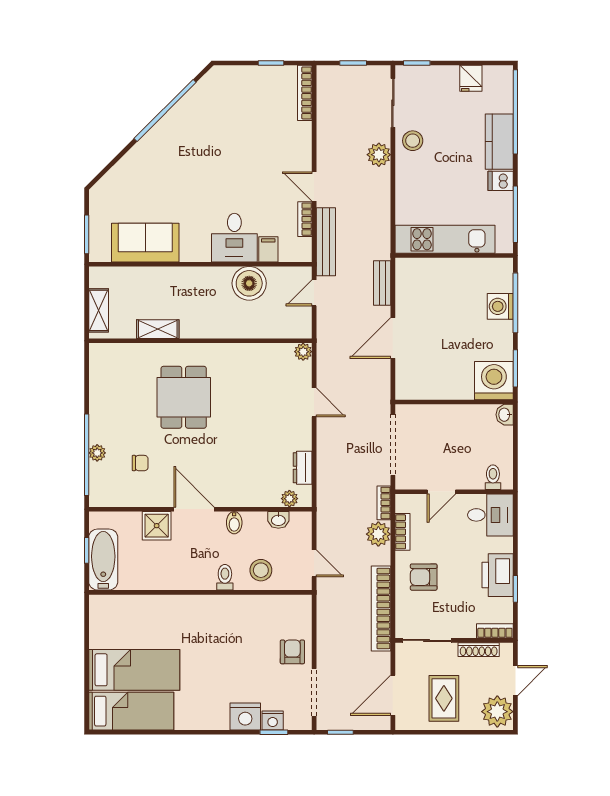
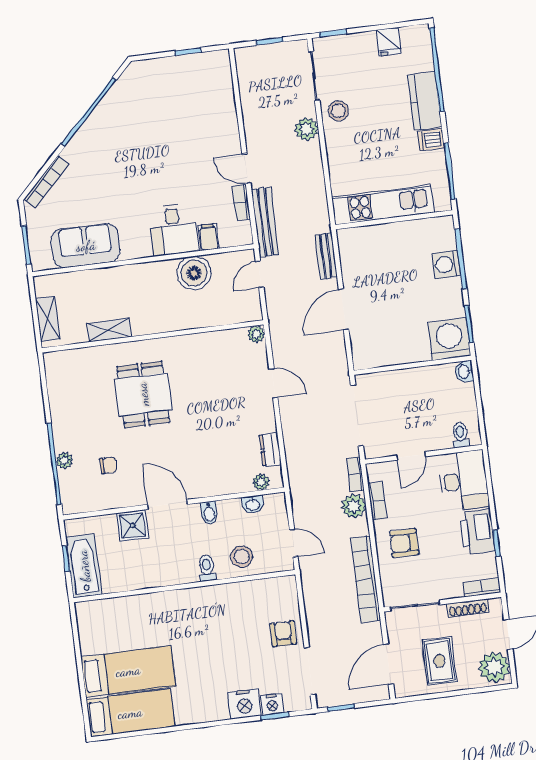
bookcase: (305, 93) -> (46, 182), moved, turned -135
desk: (490, 515) -> (464, 481), width x1.37

